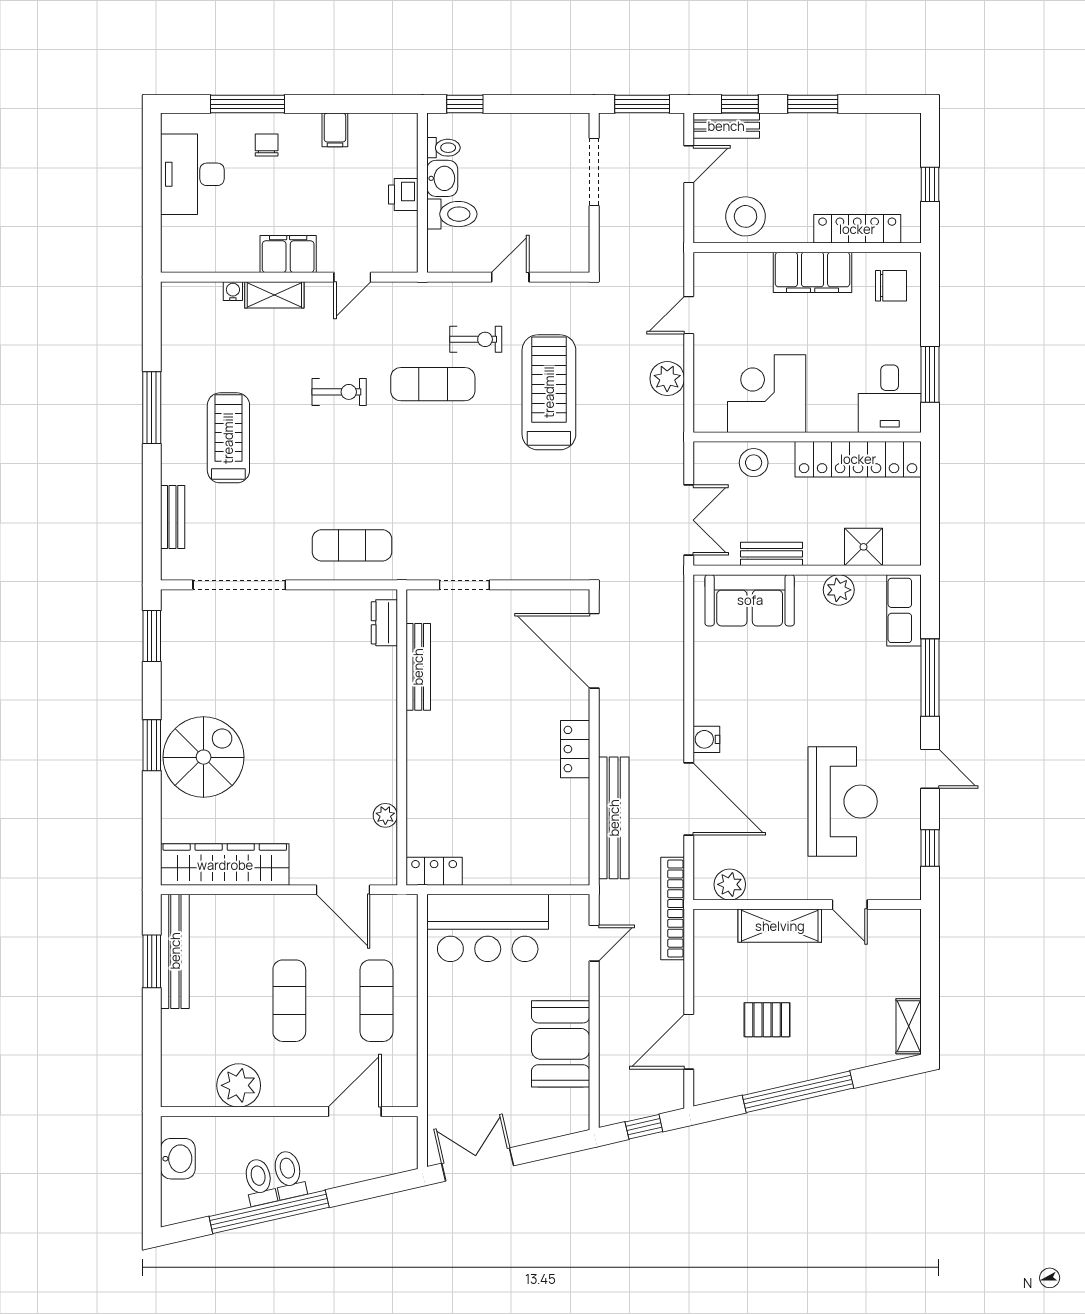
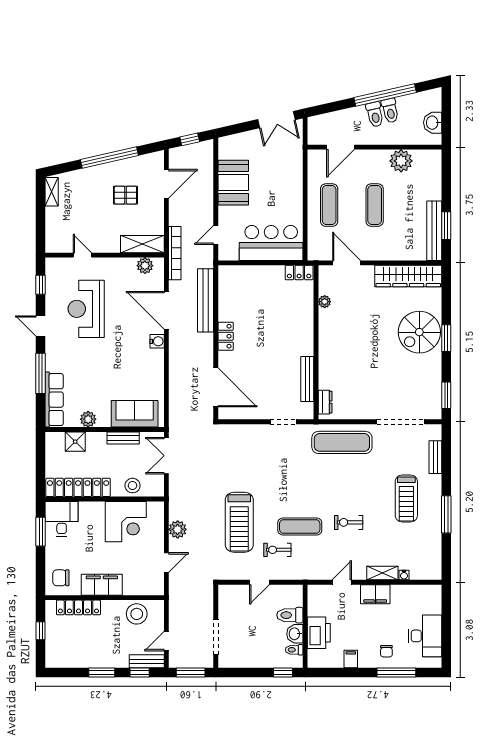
printer: (403, 194) -> (319, 633), width x1.87, depth x1.48
exercise mat: (352, 545) -> (342, 442), width x1.36, depth x1.45
row of seats: (904, 610) -> (54, 400), width x1.48
shelving: (780, 926) -> (142, 244), moved

